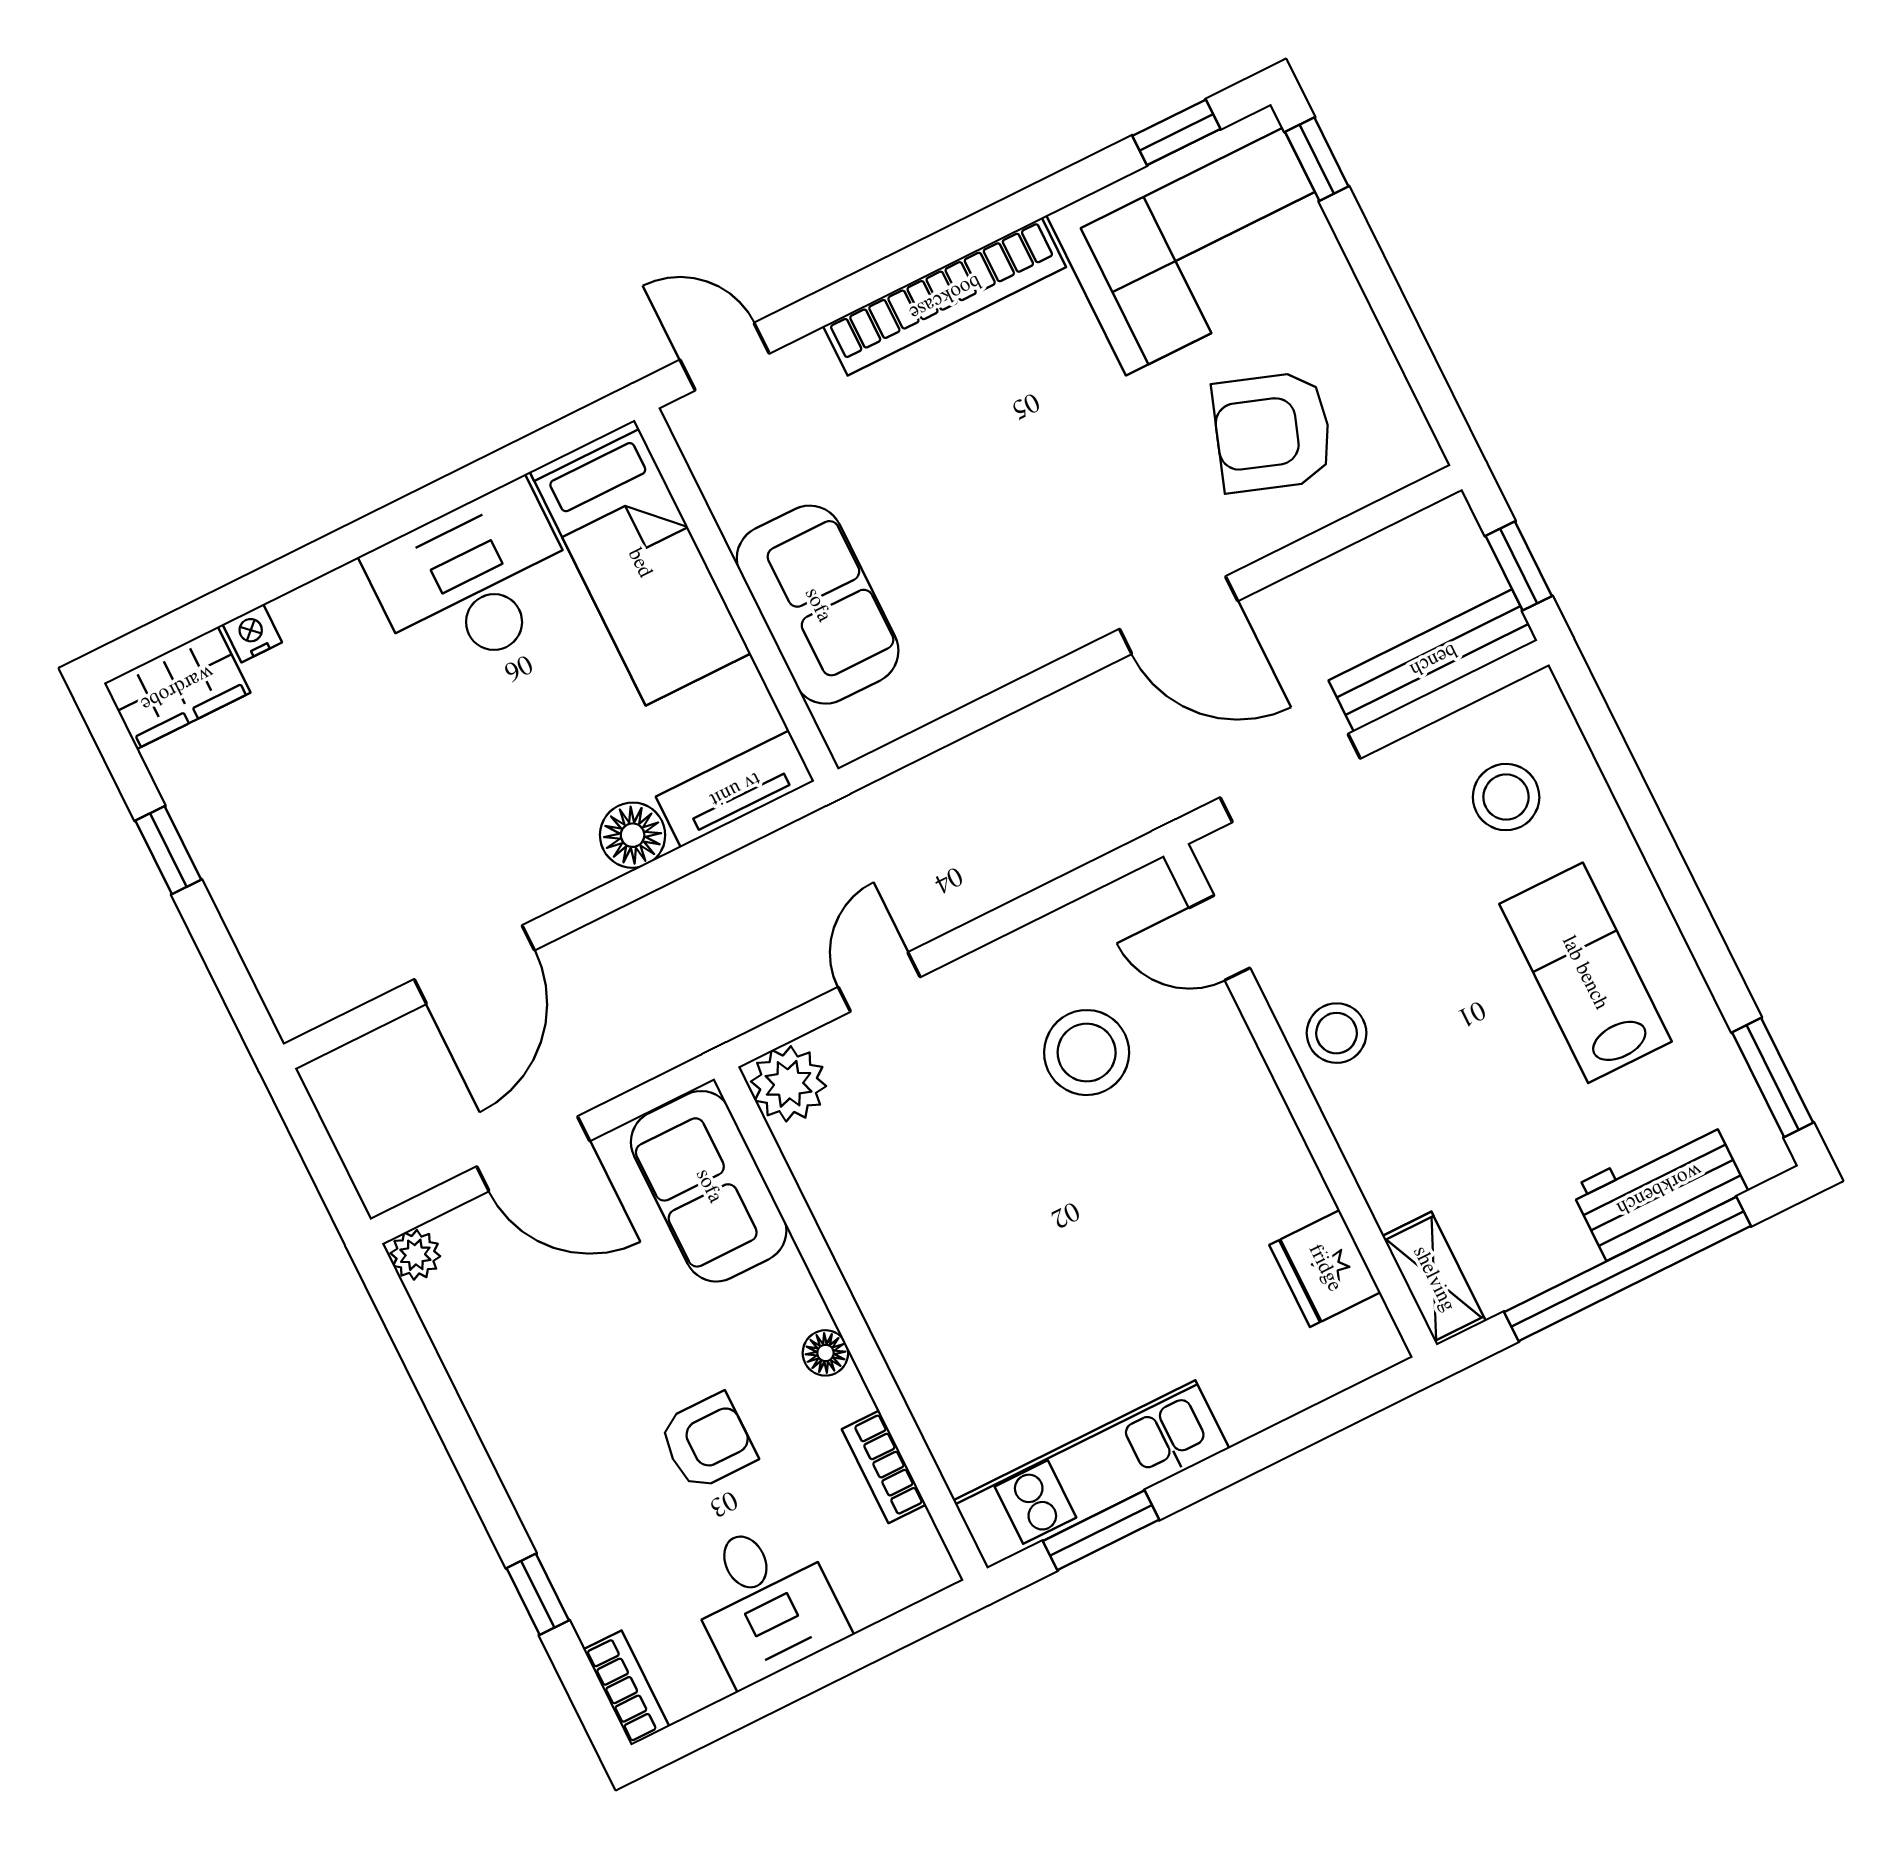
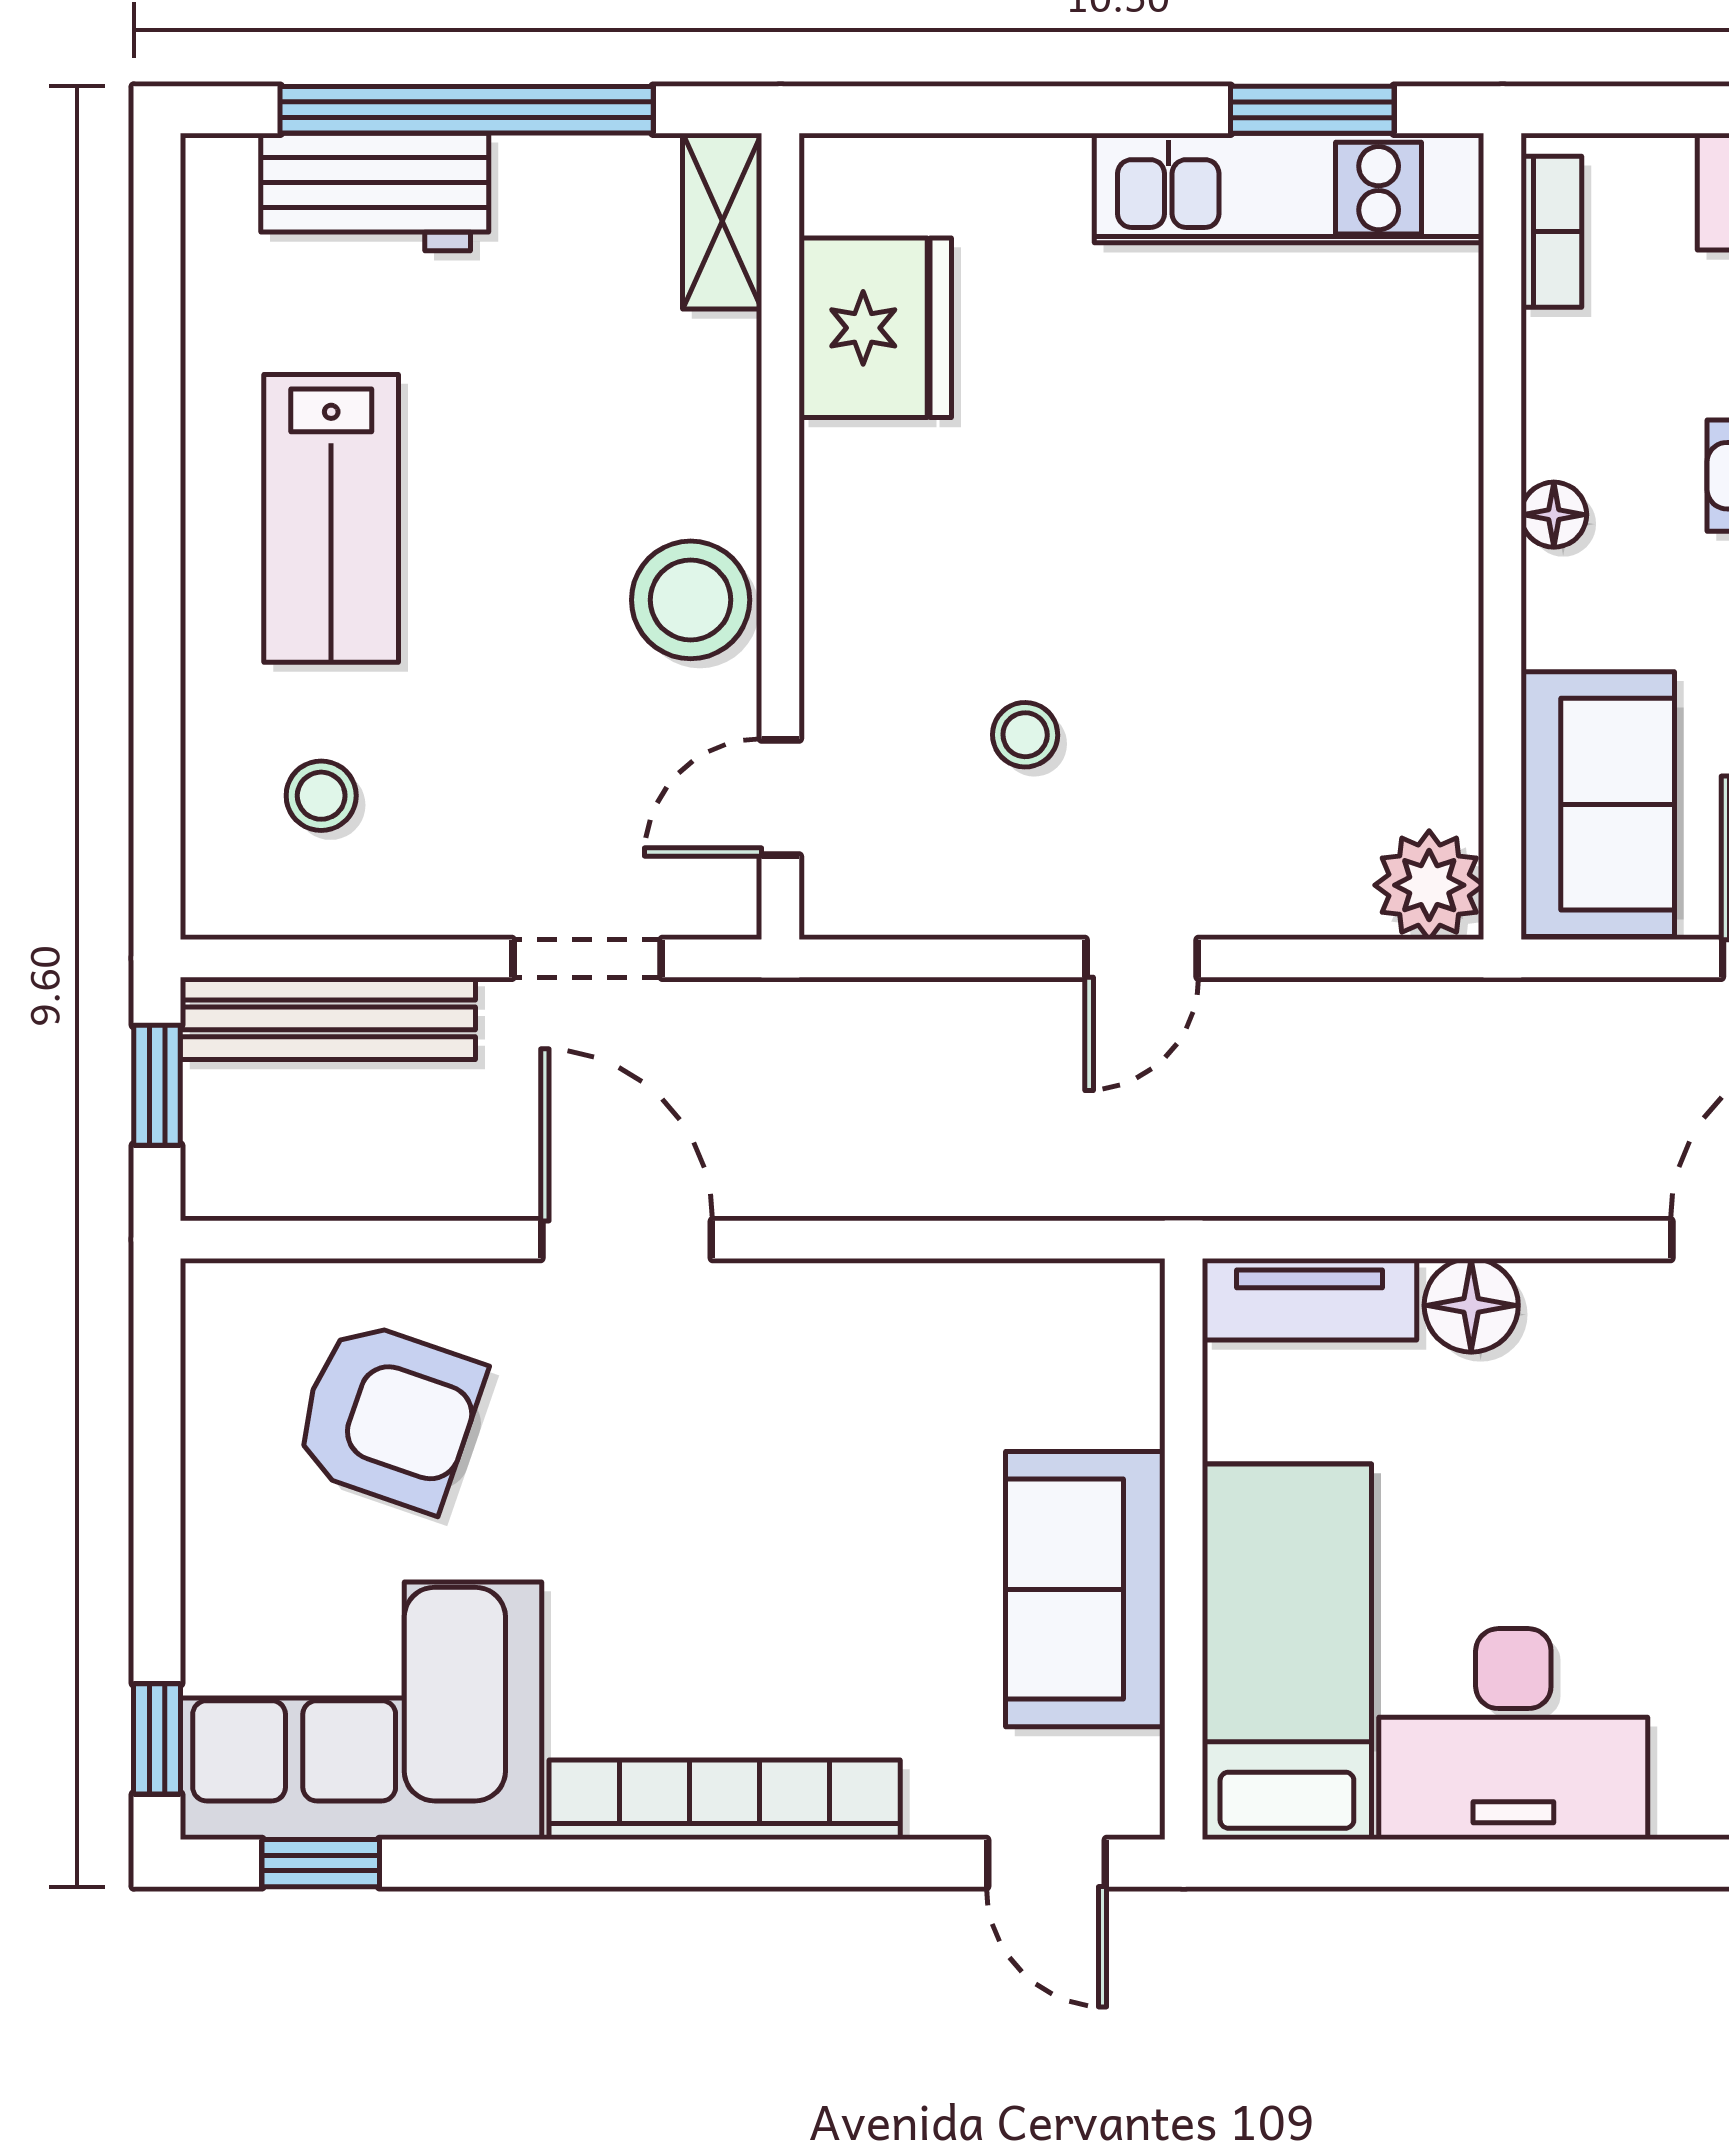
sofa: (818, 605) -> (1085, 1589), moved
doorway: (1290, 778) -> (587, 958), width x0.73
stool: (1506, 797) -> (321, 796), width x0.73, depth x0.73
door: (1220, 938) -> (780, 798), swing flipped
door: (879, 982) -> (1142, 958), moved
stool: (1337, 1033) -> (691, 600), width x1.38, depth x1.38
stool: (1087, 1053) -> (1025, 735), width x0.53, depth x0.53
window: (1773, 1077) -> (157, 264), removed
fridge: (1325, 1268) -> (875, 328), width x1.36, depth x1.34
bookcase: (884, 1467) -> (1551, 232), moved

